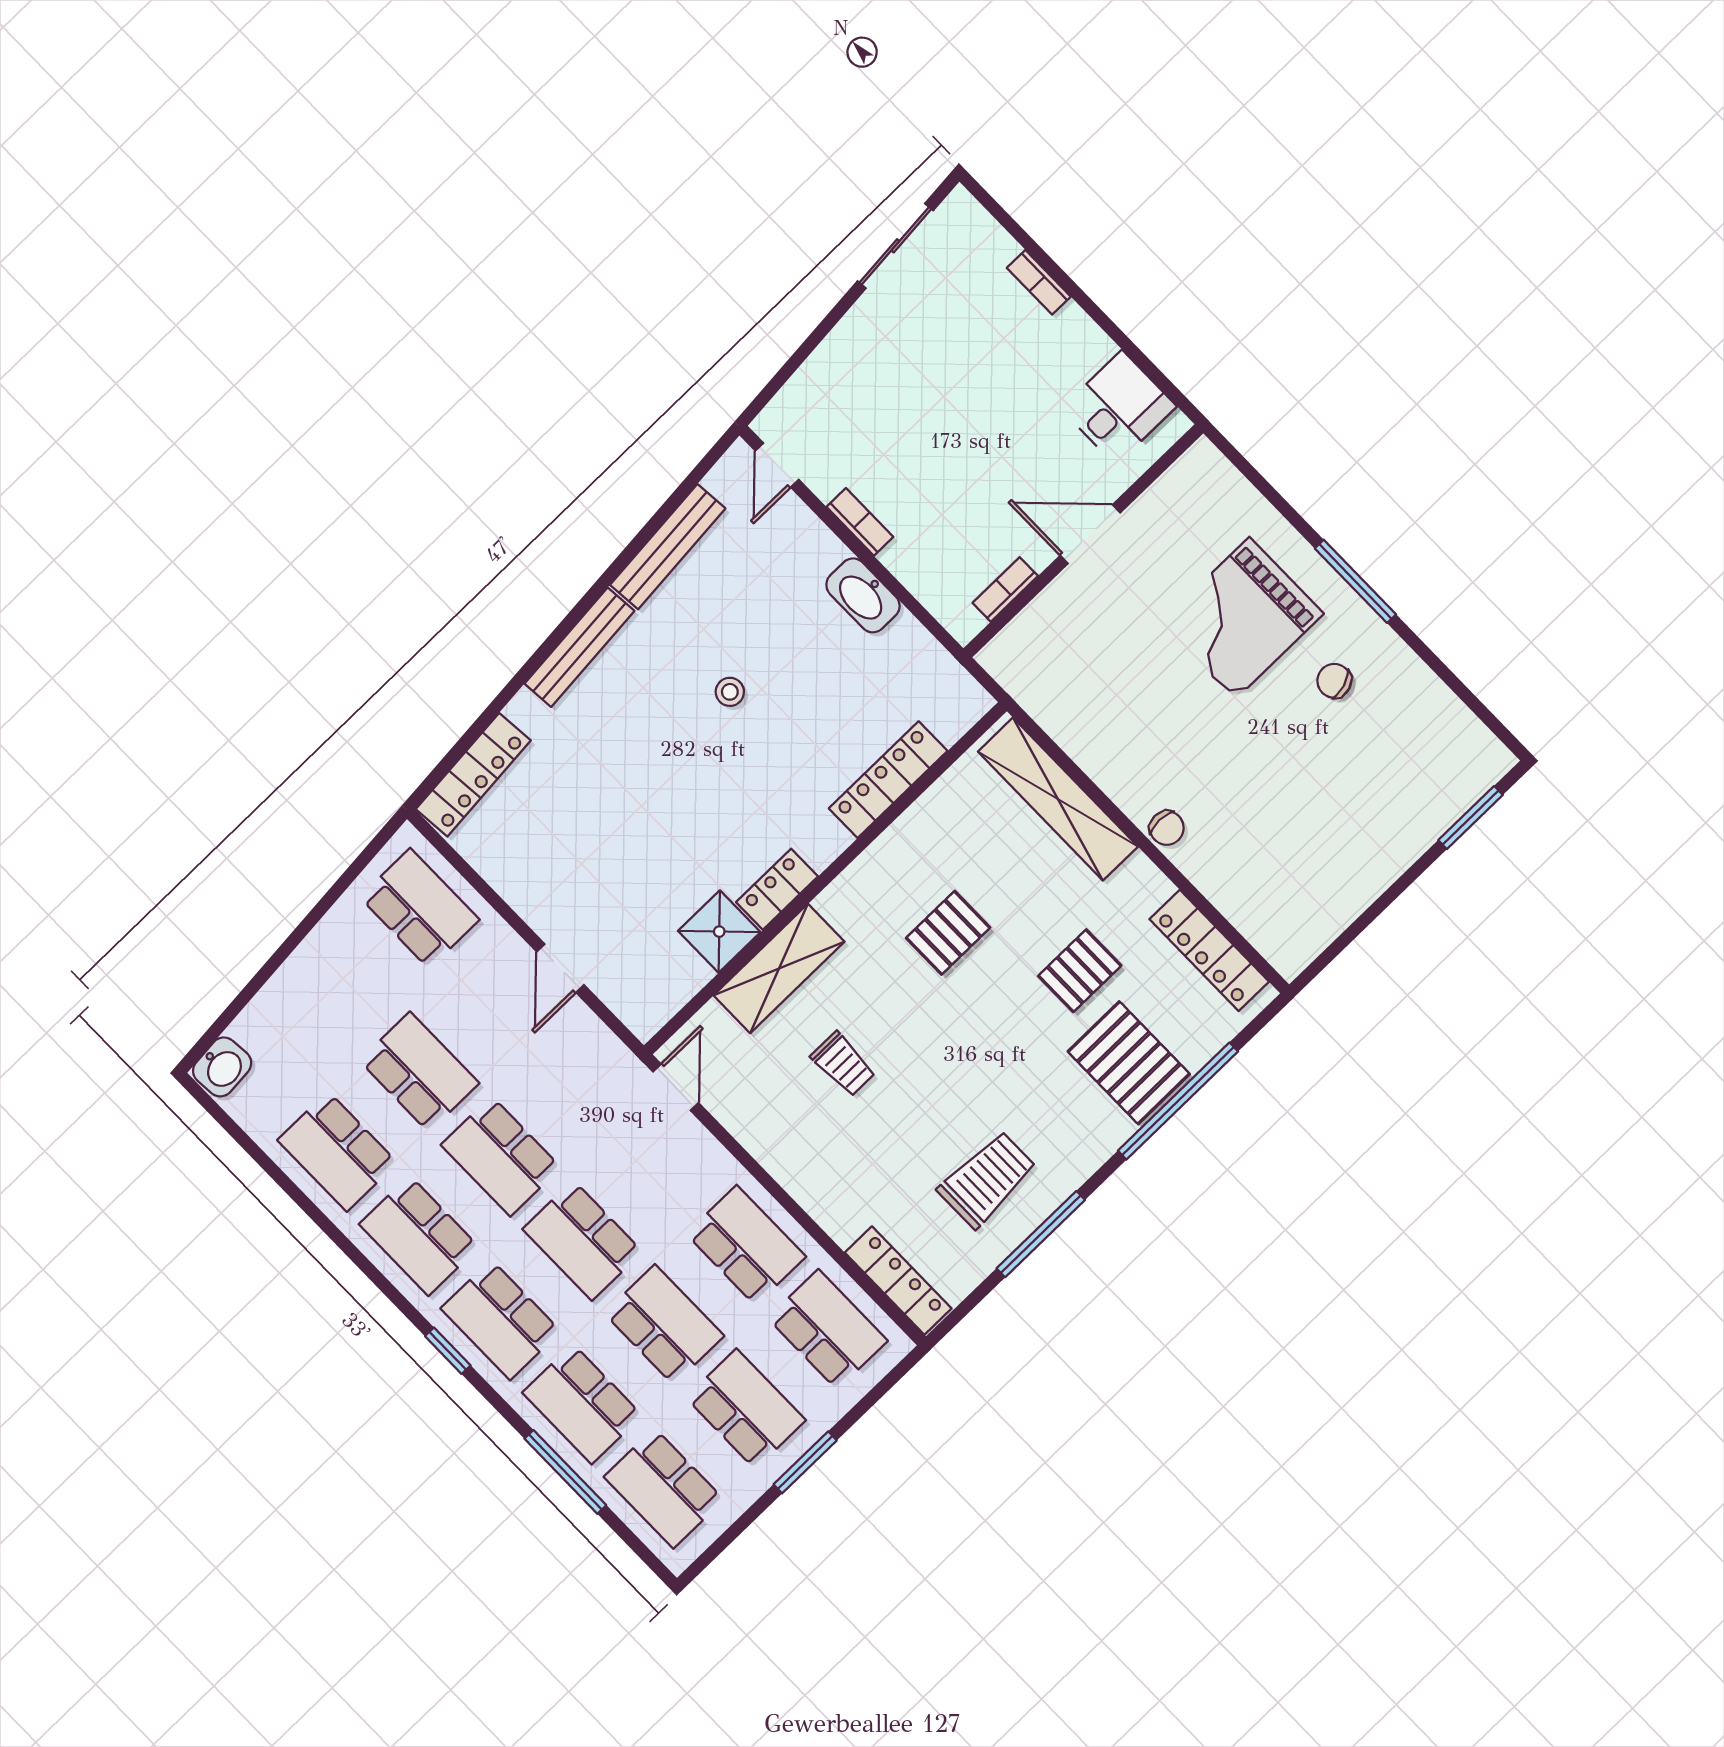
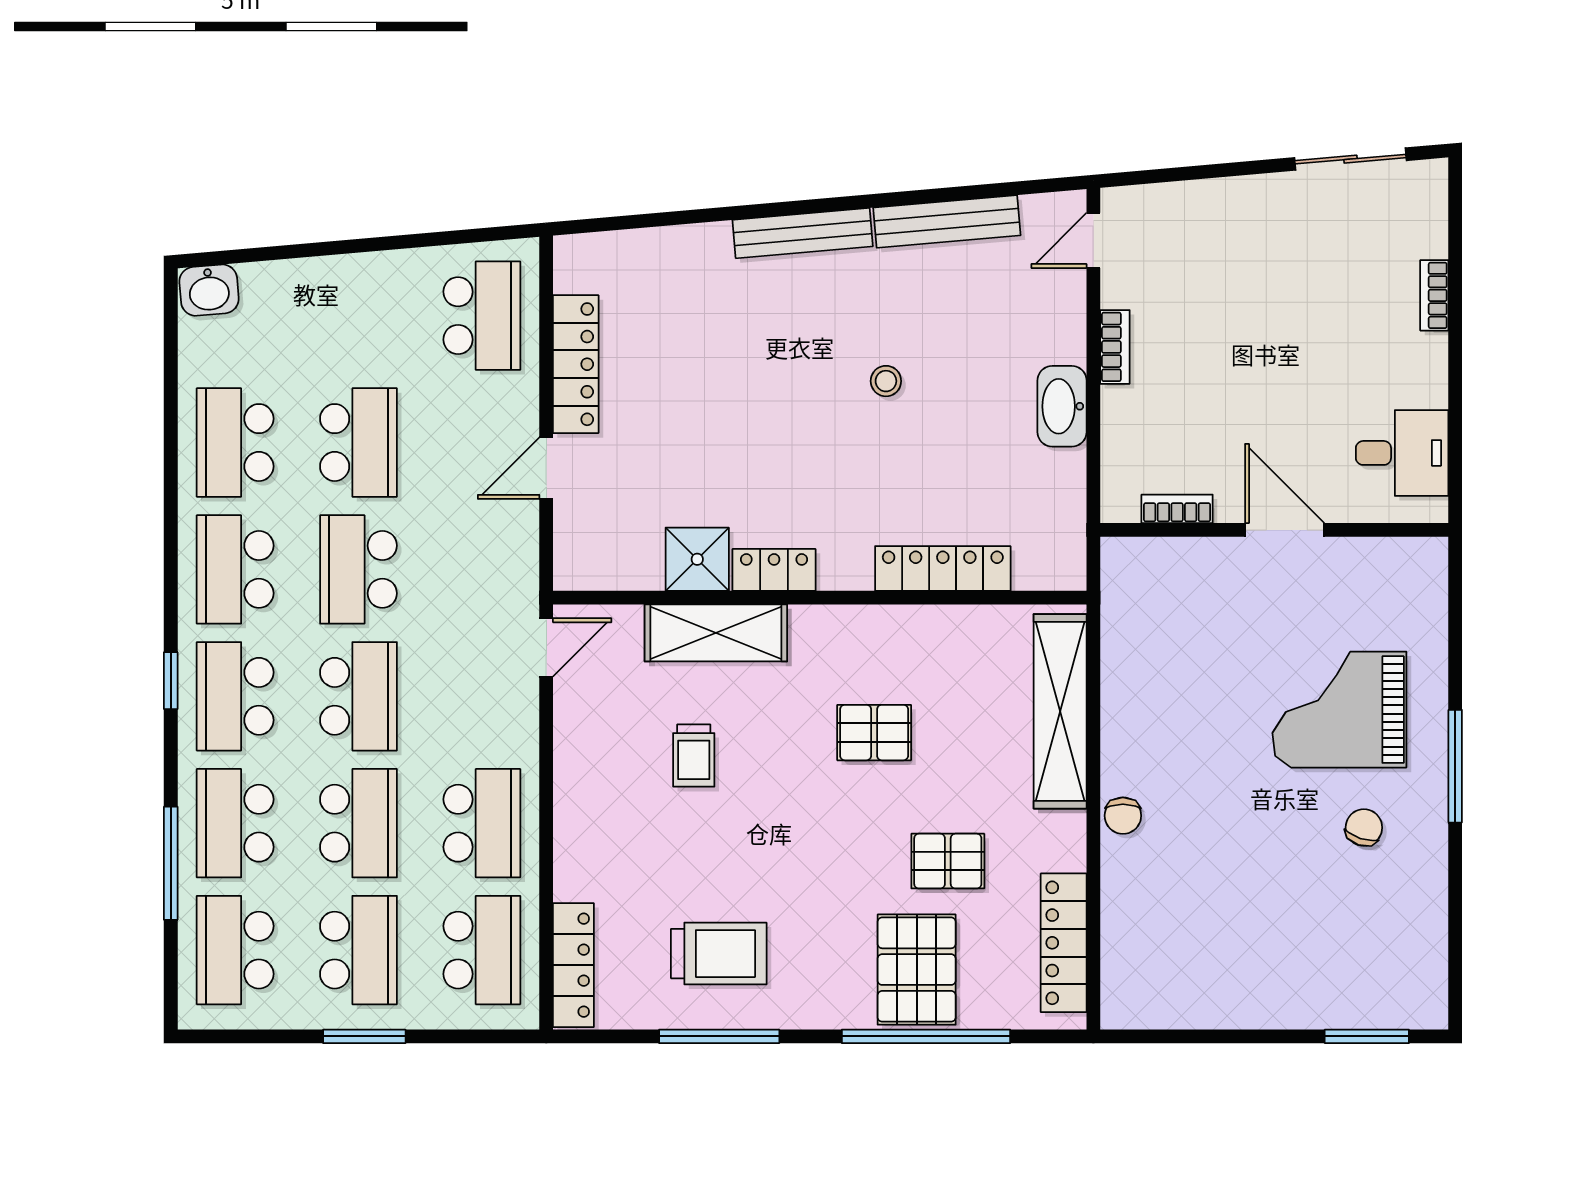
chair: (1334, 681) -> (1364, 828), turned 36
locker: (473, 775) -> (576, 364), moved, turned -85
school desk: (583, 1240) -> (358, 696), turned 180

